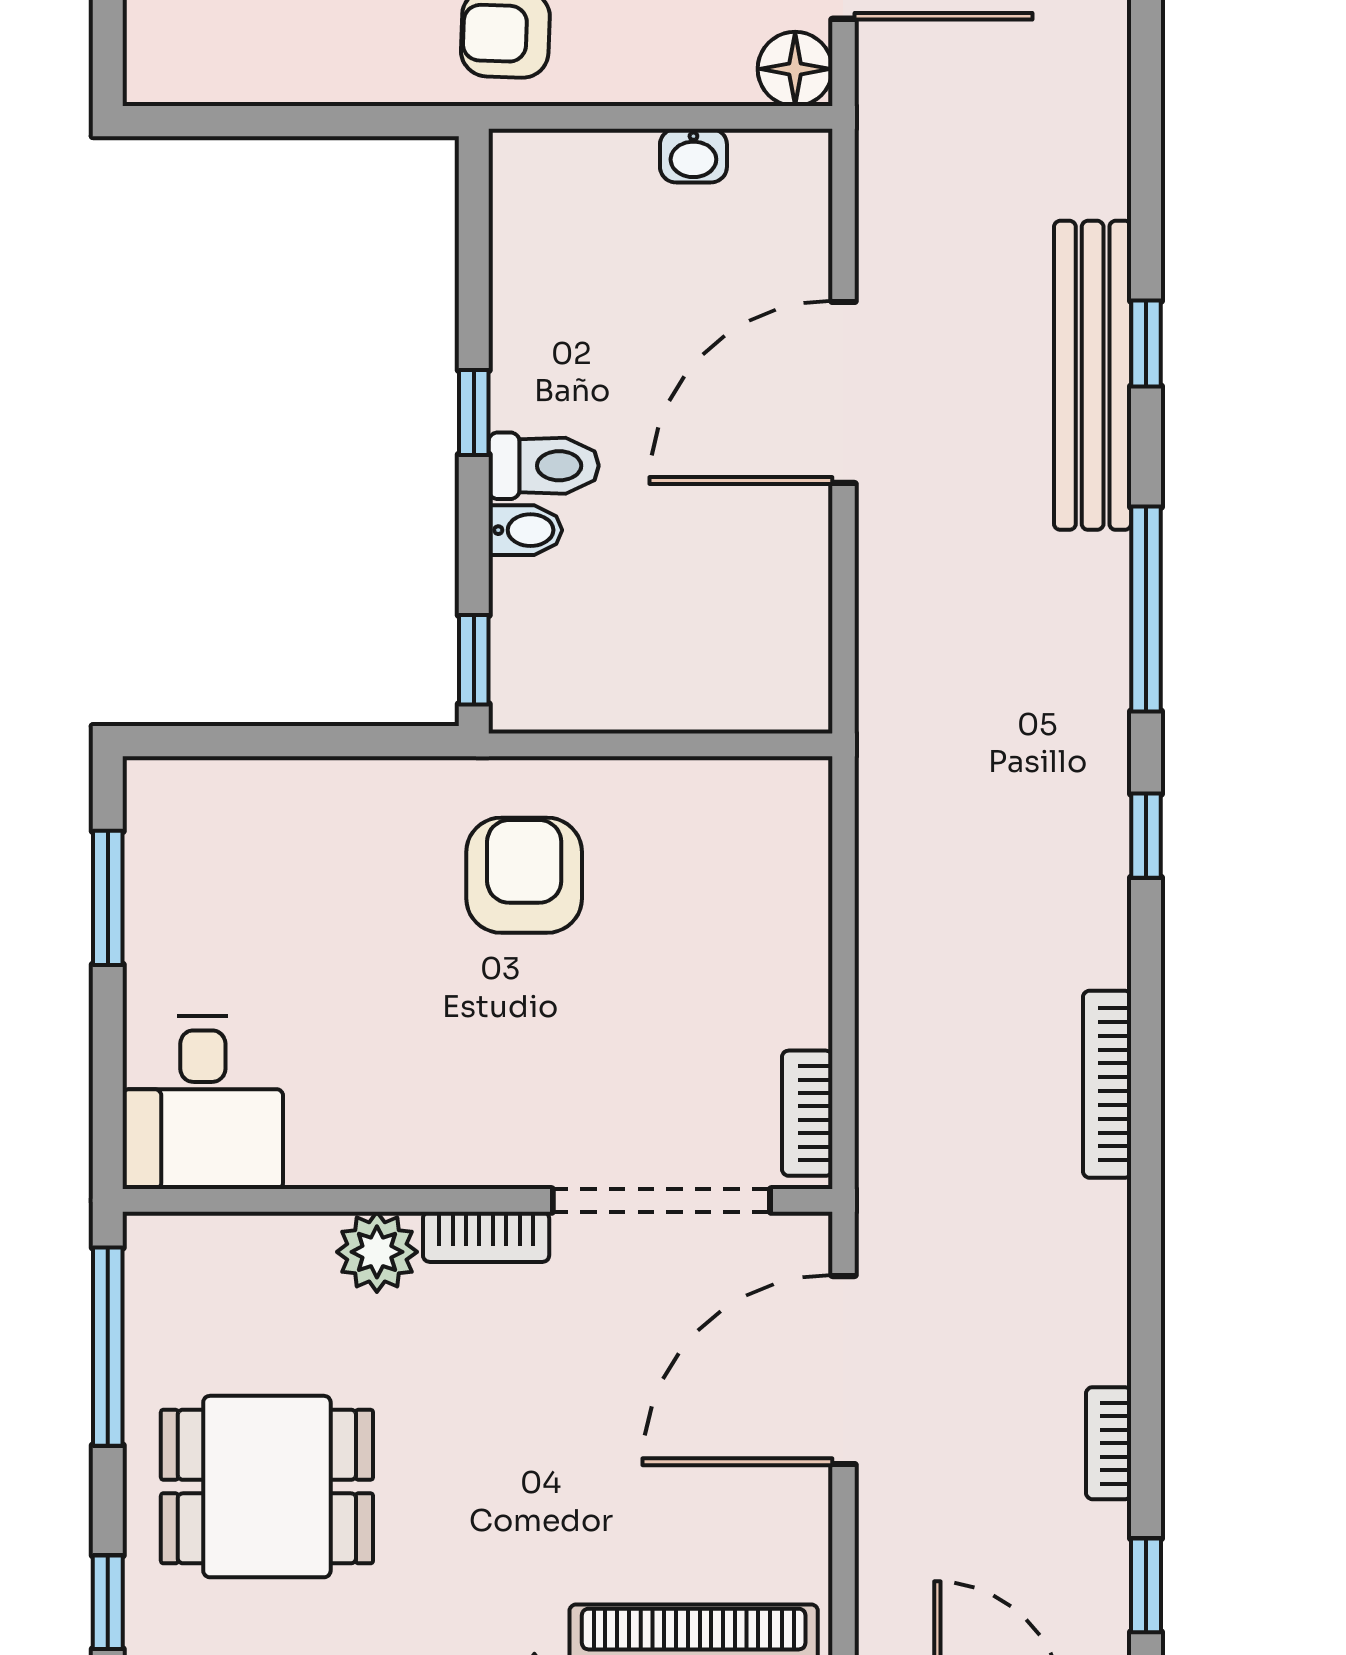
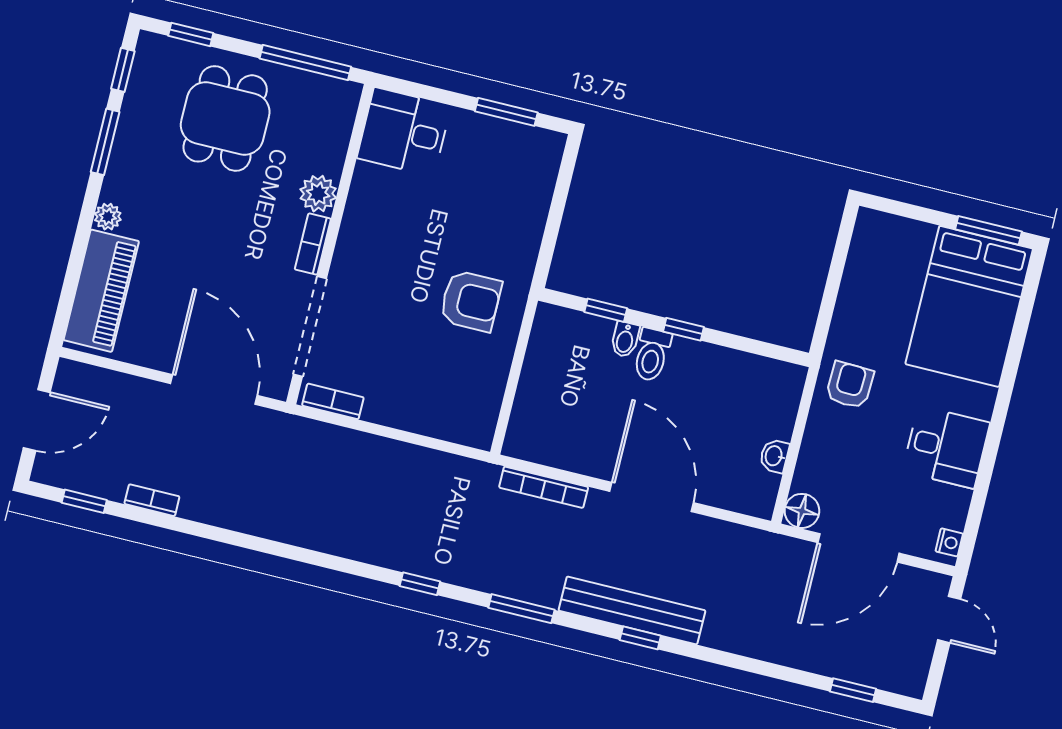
window: (1146, 609) -> (521, 609), width x0.69
window: (474, 660) -> (606, 310), moved
bookcase: (1107, 1084) -> (544, 487), moved, turned 180

